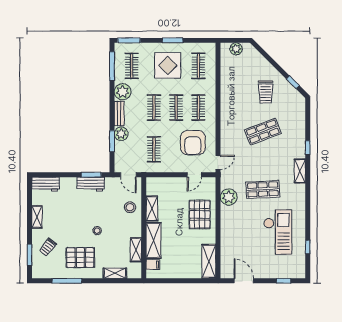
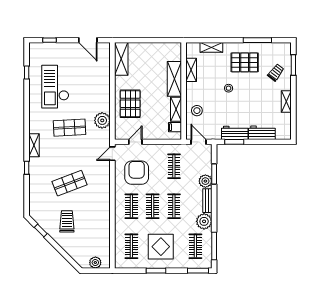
workbench: (46, 184) -> (262, 133), moved
filing cabinet: (153, 265) -> (175, 127), moved

